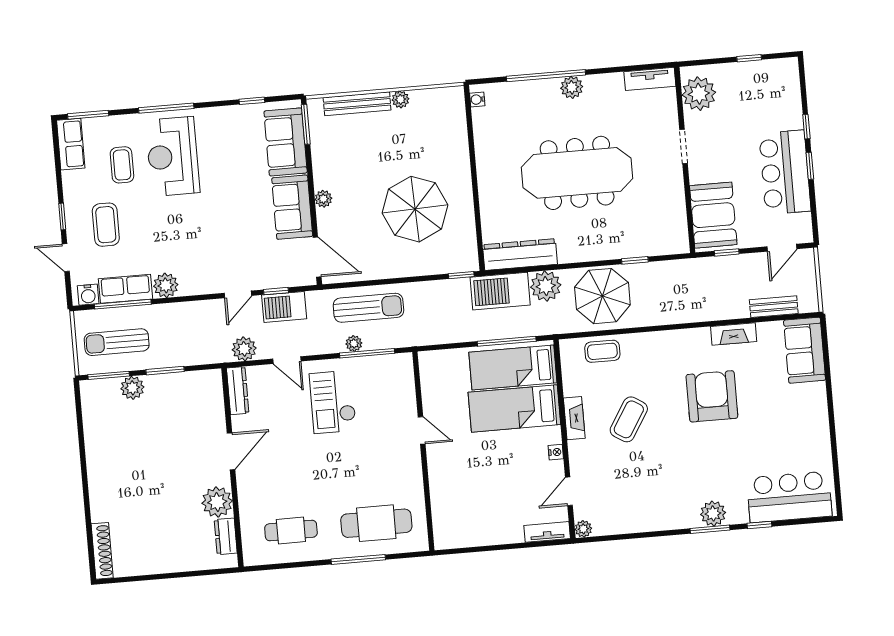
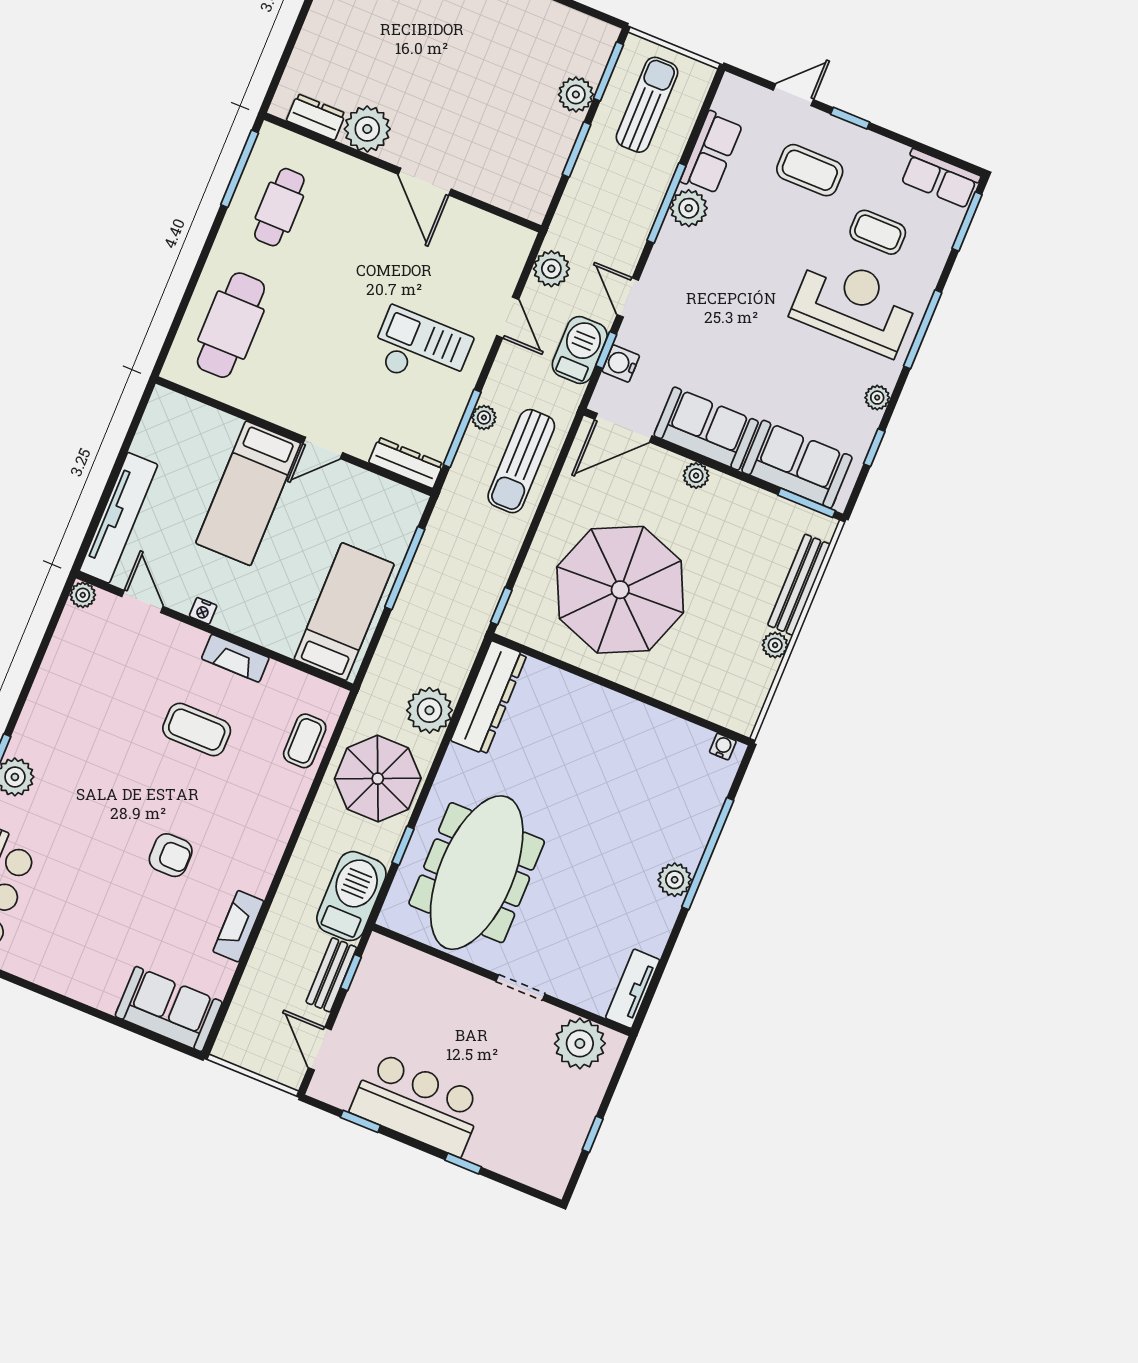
plant: (221, 114) -> (877, 398), added
window: (810, 166) -> (360, 1121), moved
meeting table: (577, 173) -> (477, 873), moved
parasol: (415, 209) -> (620, 590), width x1.36, depth x1.36
booth: (713, 215) -> (409, 980), removed
barbecue: (500, 291) -> (351, 896), moved
water cooler: (88, 295) -> (621, 364), moved
window: (123, 304) -> (667, 203), moved
bench: (774, 307) -> (331, 975), moved
window: (507, 341) -> (405, 568), moved
door: (287, 360) -> (508, 318), swing flipped
dresser: (238, 391) -> (406, 463), moved, turned 180
armchair: (712, 396) -> (171, 855), width x0.53, depth x0.53
bed: (514, 408) -> (248, 493), moved, turned 180
coffee table: (629, 419) -> (197, 730), turned -32
tv unit: (547, 532) -> (118, 518), width x1.92, depth x1.29
window: (358, 559) -> (240, 169), moved

